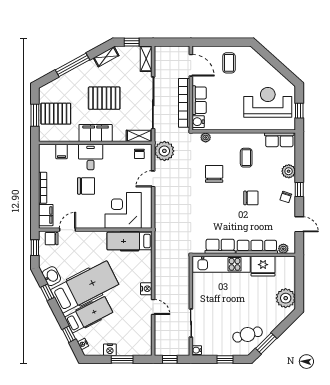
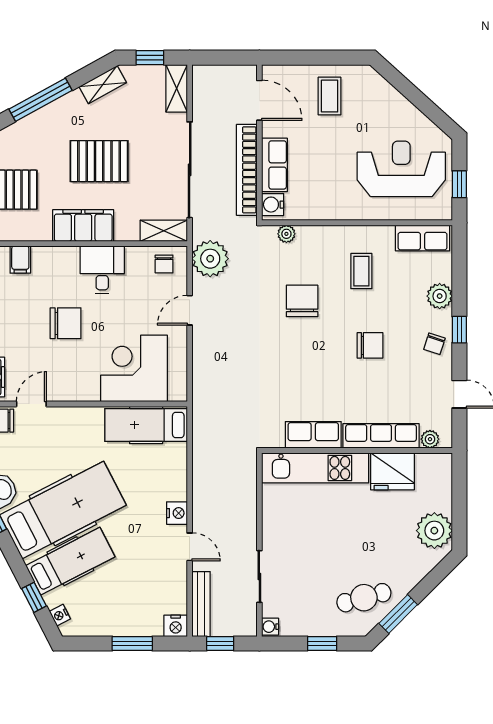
desk: (91, 157) -> (102, 270), moved
bench: (159, 338) -> (201, 604), added
nightstand: (110, 350) -> (176, 626), moved

